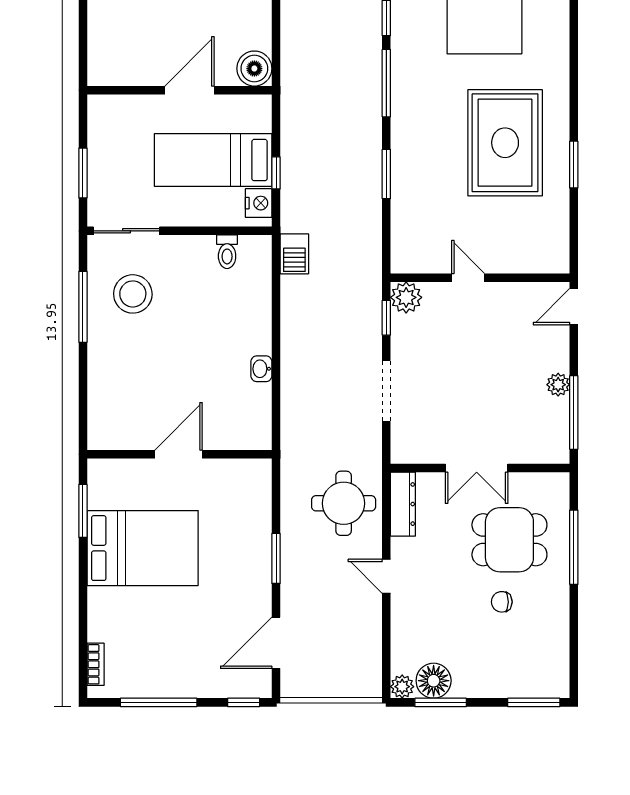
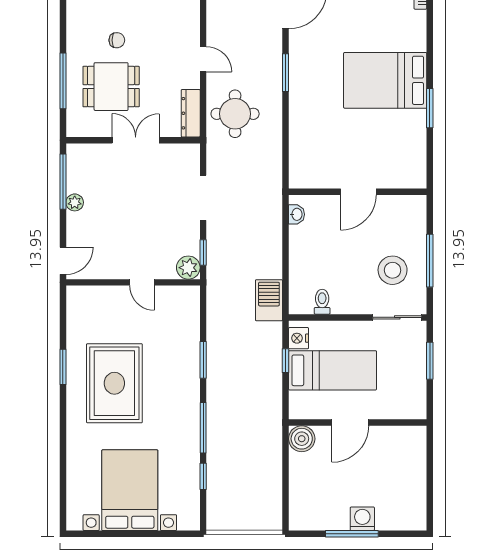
barbecue: (294, 254) -> (269, 300), width x1.38, depth x1.27
door: (179, 454) -> (358, 192), moved
wall: (179, 454) -> (358, 192), moved

